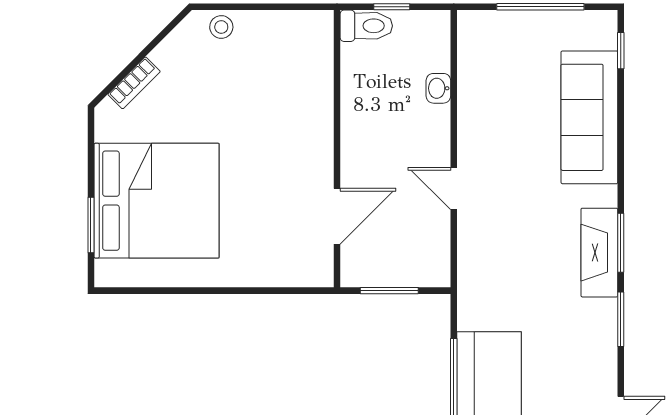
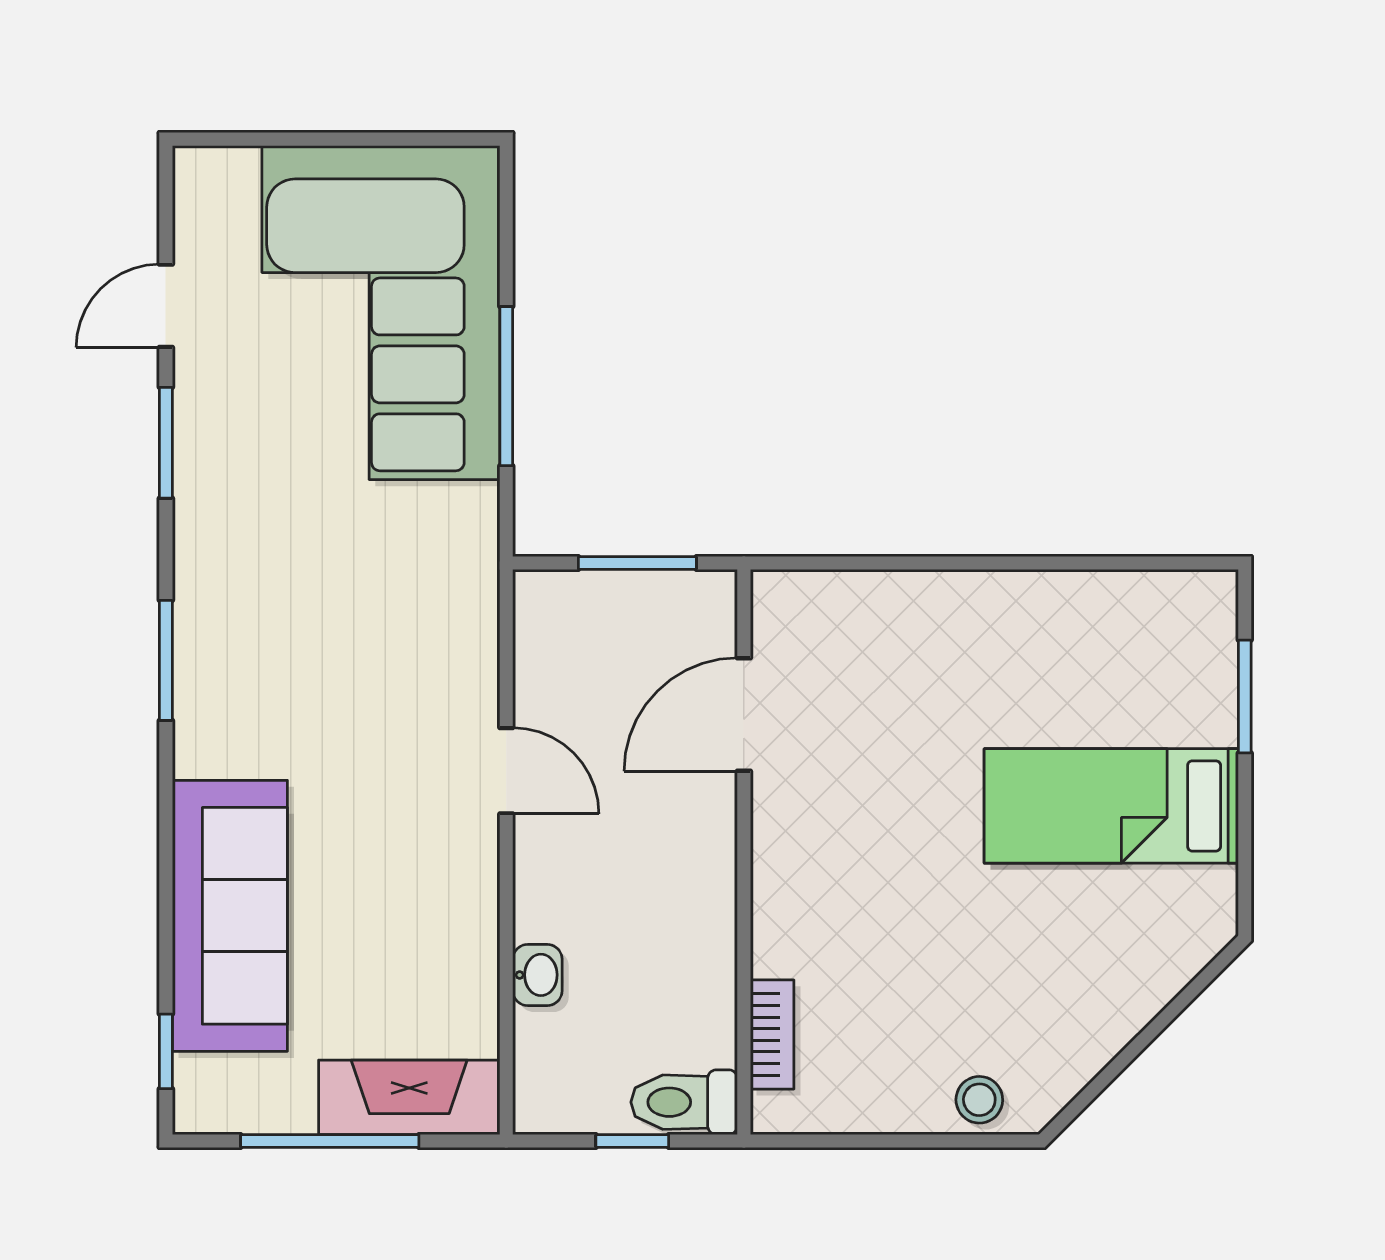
bookcase: (134, 83) -> (772, 1034), moved, turned 135
bed: (157, 201) -> (1111, 806), width x0.49
fireplace: (599, 253) -> (409, 1097), moved, turned -90
window: (621, 319) -> (166, 443), moved

